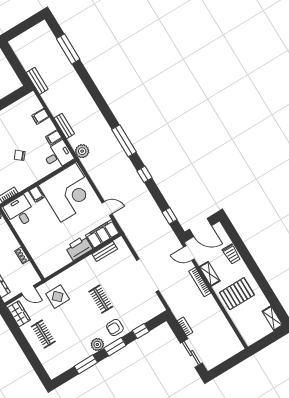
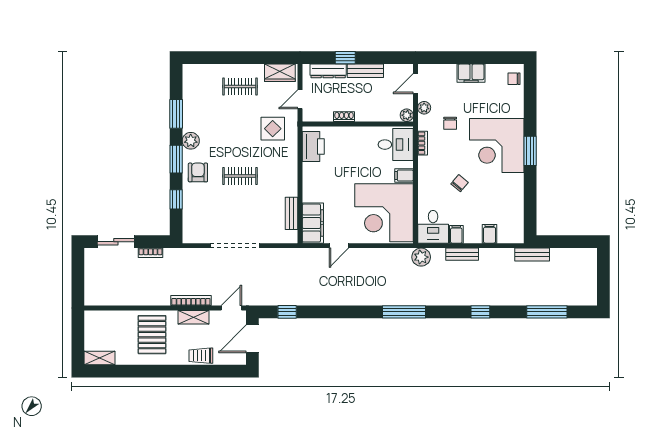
window: (144, 174) -> (480, 312), moved
printer: (79, 248) -> (313, 147), moved

